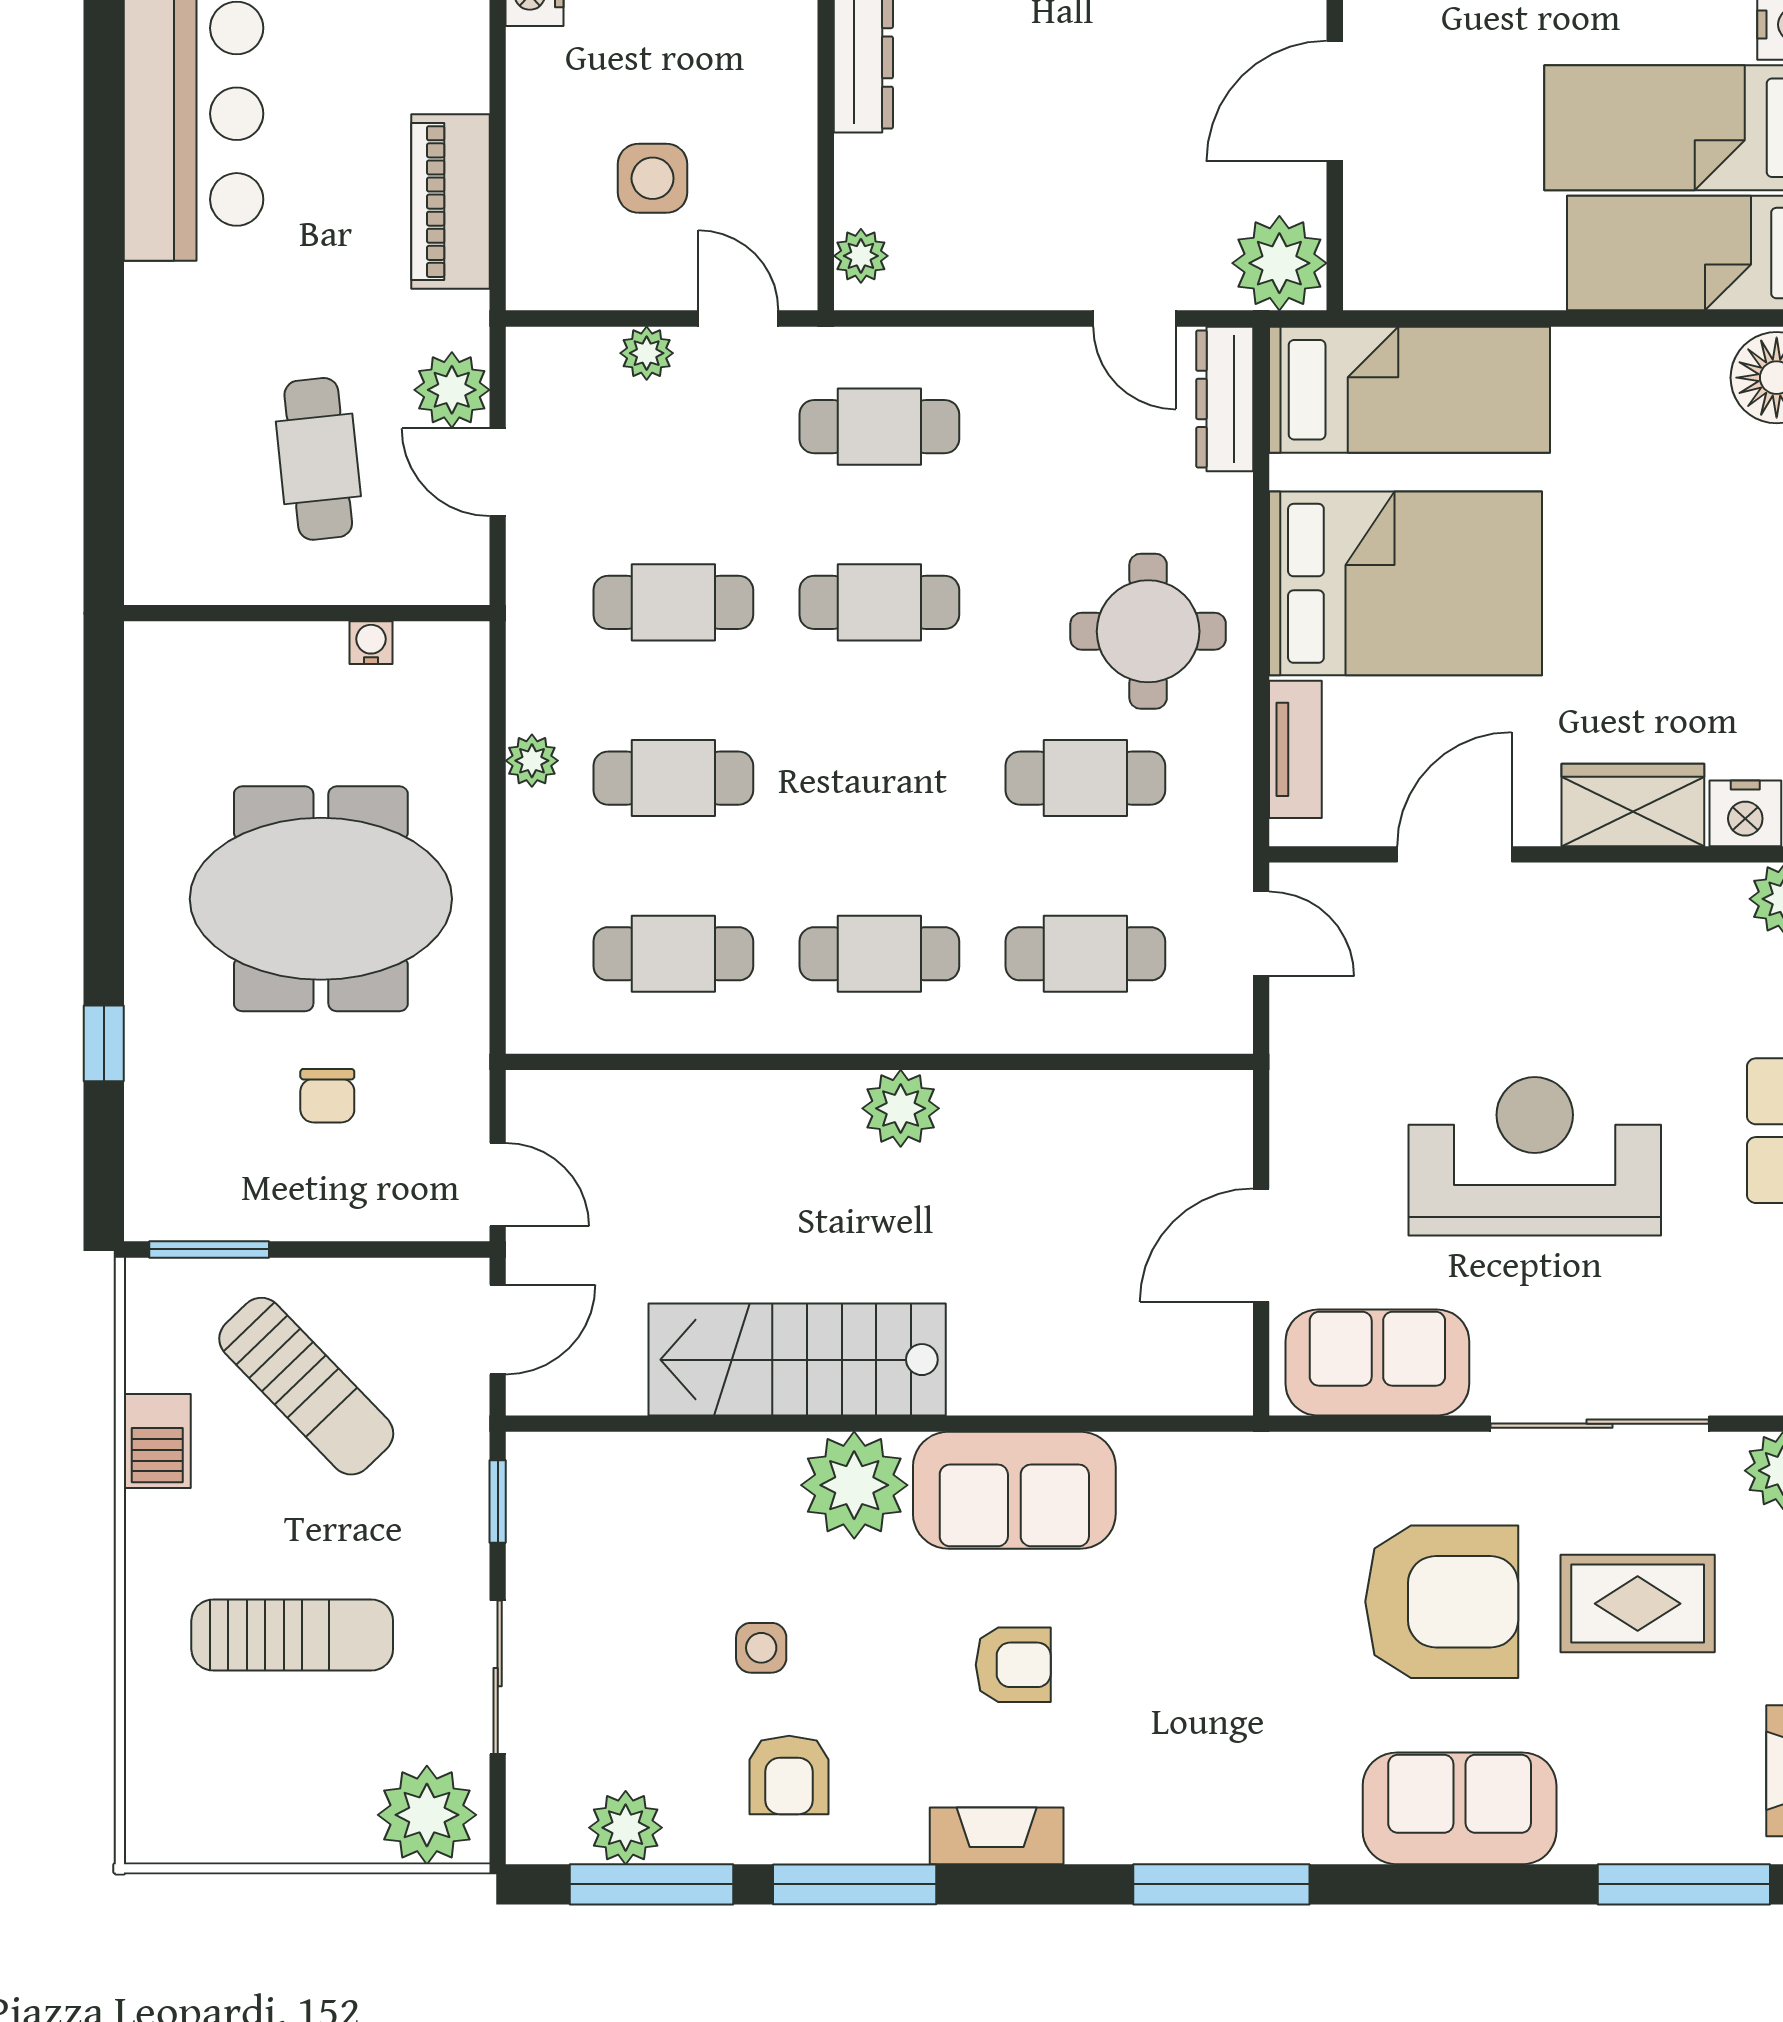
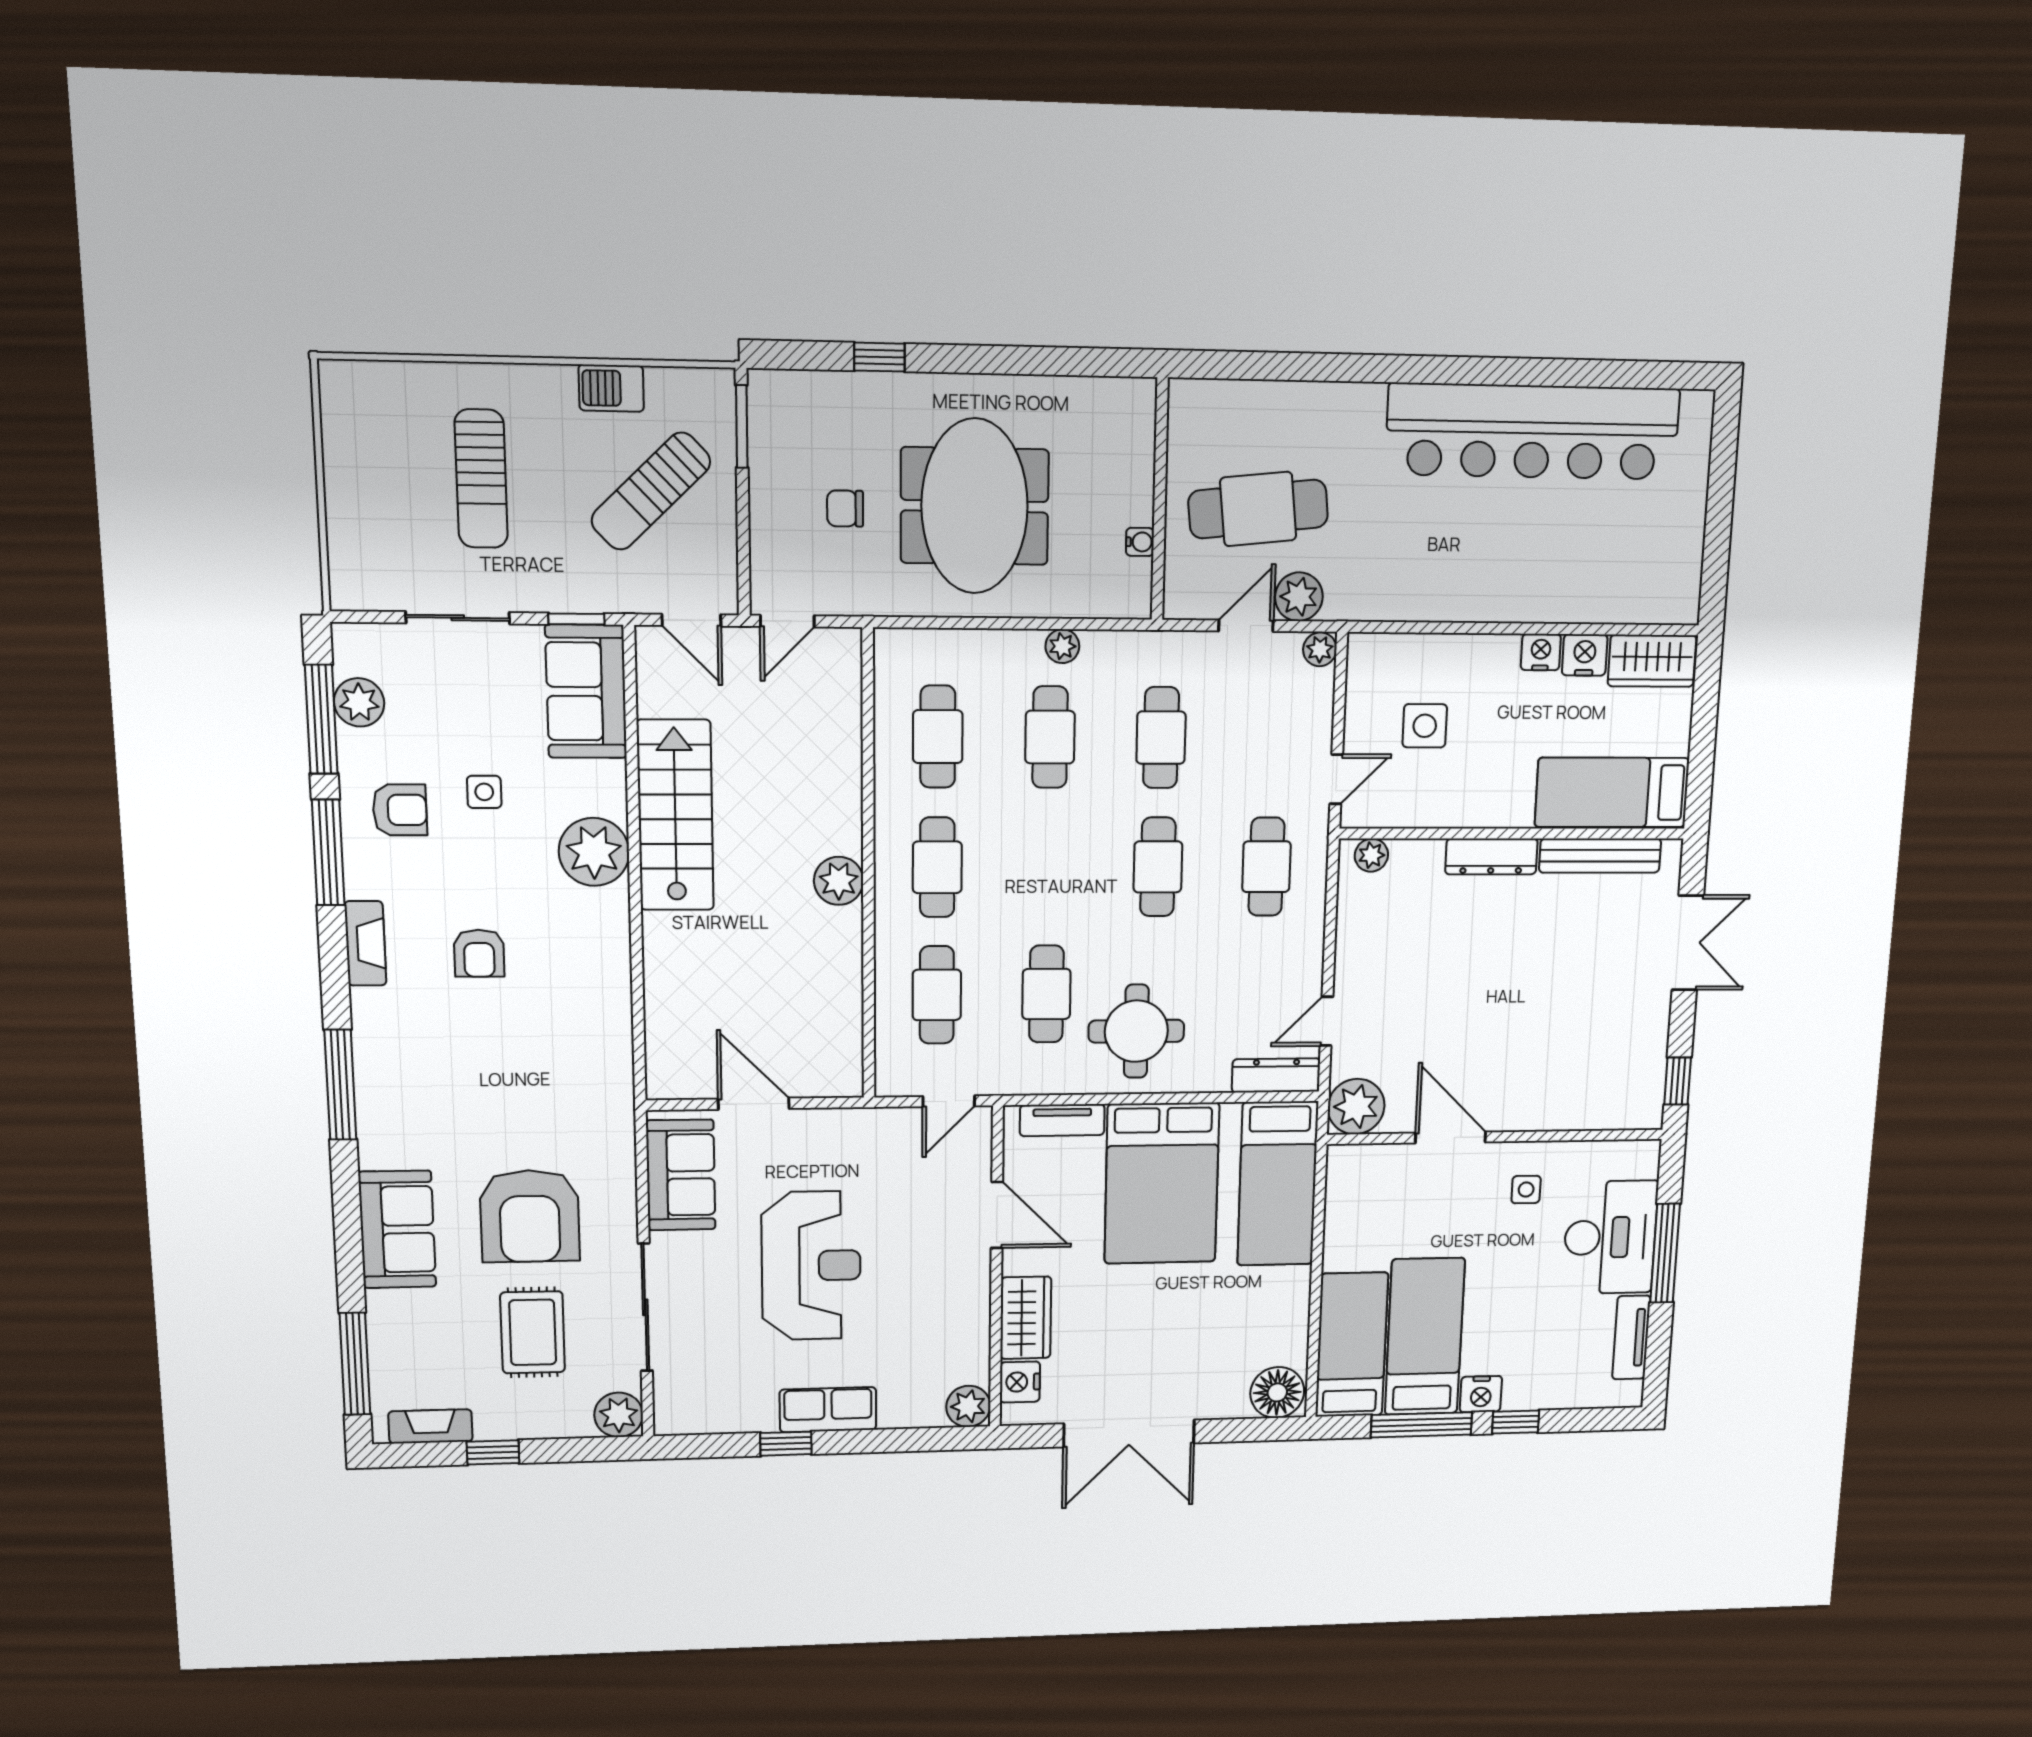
piano: (450, 202) -> (1416, 597), removed
plant: (647, 353) -> (1320, 649), moved
cafe table: (318, 459) -> (1258, 509), width x1.37, depth x1.35
sofa: (1014, 1490) -> (586, 691), moved
armchair: (789, 1775) -> (400, 810), turned 180
plant: (427, 1815) -> (361, 569), removed

